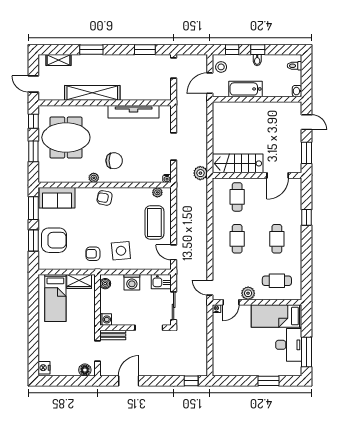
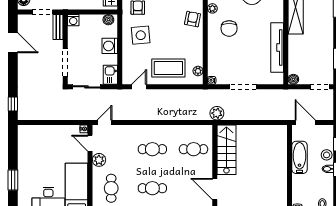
stool: (221, 67) -> (327, 155), moved
boiler: (166, 95) -> (293, 79), added

